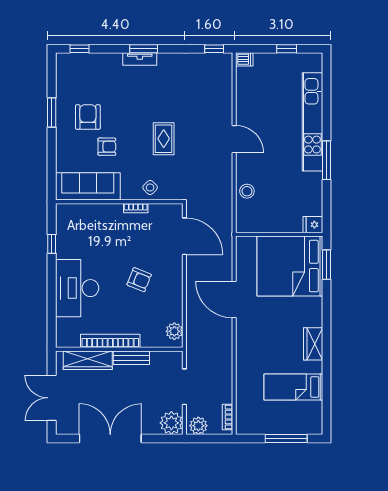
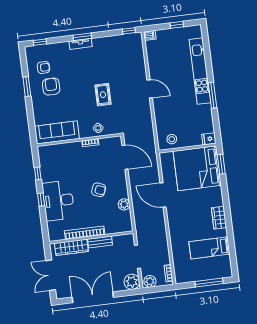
armchair: (107, 147) -> (43, 68), moved
stool: (247, 191) -> (172, 139), moved
window: (52, 283) -> (41, 199), added
plant: (174, 331) -> (124, 204), moved

